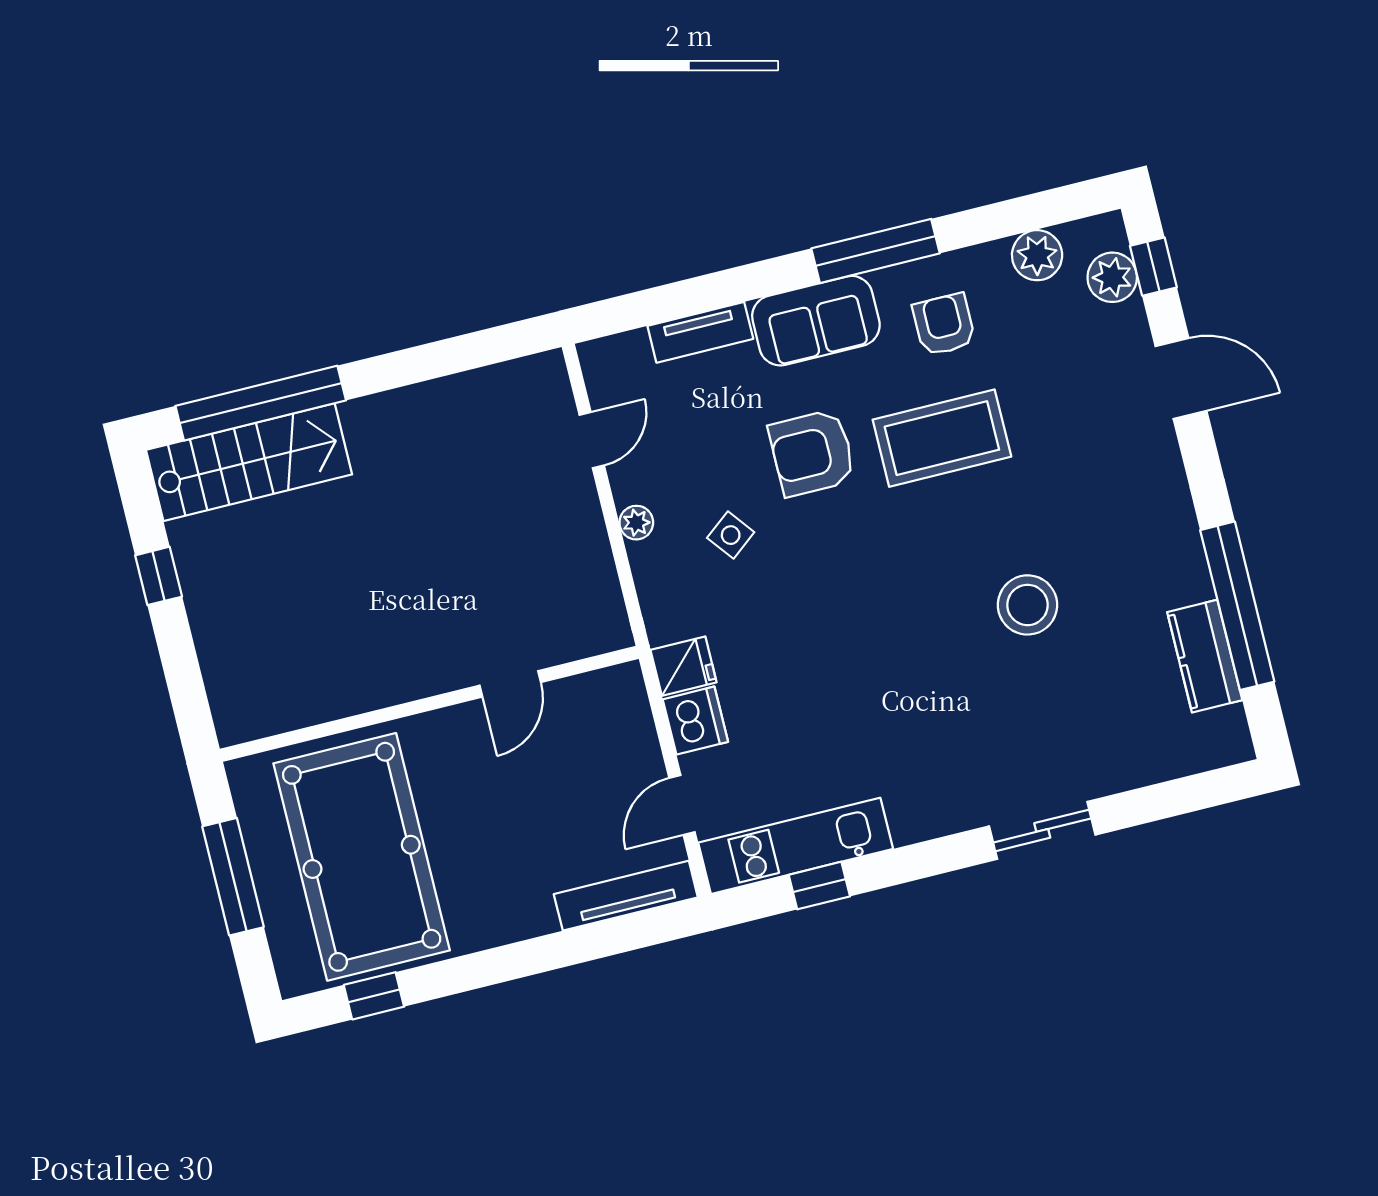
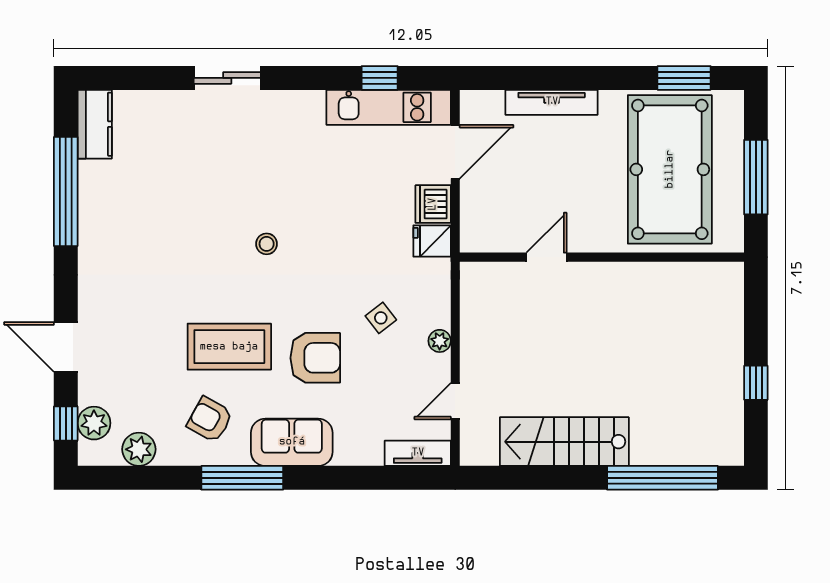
armchair: (944, 325) -> (210, 419), turned 119
tv unit: (700, 332) -> (418, 453), moved
stairs: (249, 462) -> (564, 442), moved
stool: (1027, 605) -> (267, 244), moved, width x0.53, depth x0.53
kitchen counter: (1205, 656) -> (95, 124), moved
door: (682, 805) -> (455, 152), width x1.38
tv unit: (626, 896) -> (552, 102), moved
window: (374, 996) -> (684, 78), width x1.50

